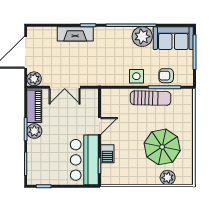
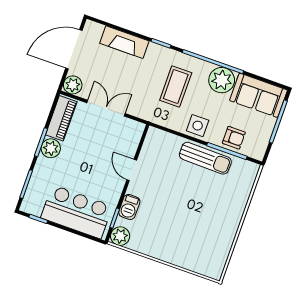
fireplace: (75, 34) -> (124, 42), moved
coffee table: (110, 53) -> (176, 86), added
armchair: (166, 76) -> (234, 138), turned 180
double door: (65, 87) -> (106, 108), swing flipped
door: (100, 126) -> (132, 170), swing flipped
parasol: (162, 147) -> (198, 222), removed
bar counter: (84, 160) -> (77, 212), moved, turned 90
plant: (168, 178) -> (120, 236), moved

